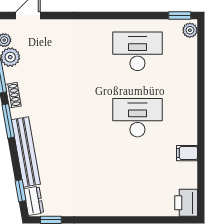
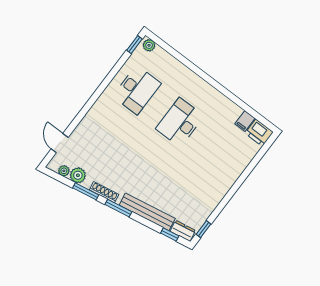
desk: (137, 51) -> (137, 90), turned 180
shoe rack: (13, 95) -> (104, 192), width x1.43
filing cabinet: (187, 153) -> (245, 121), moved

